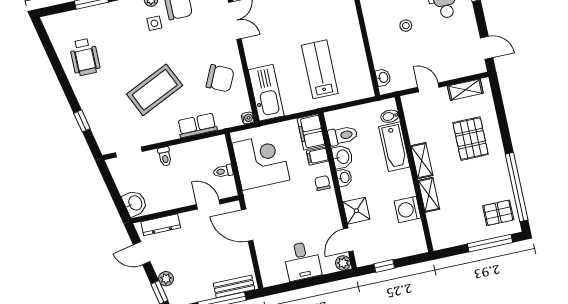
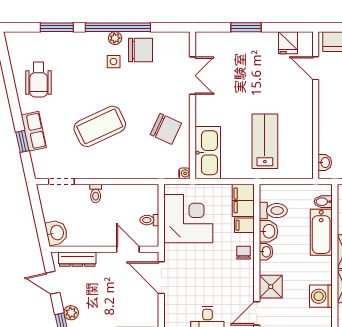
row of seats: (197, 125) -> (34, 131), moved, turned 78

